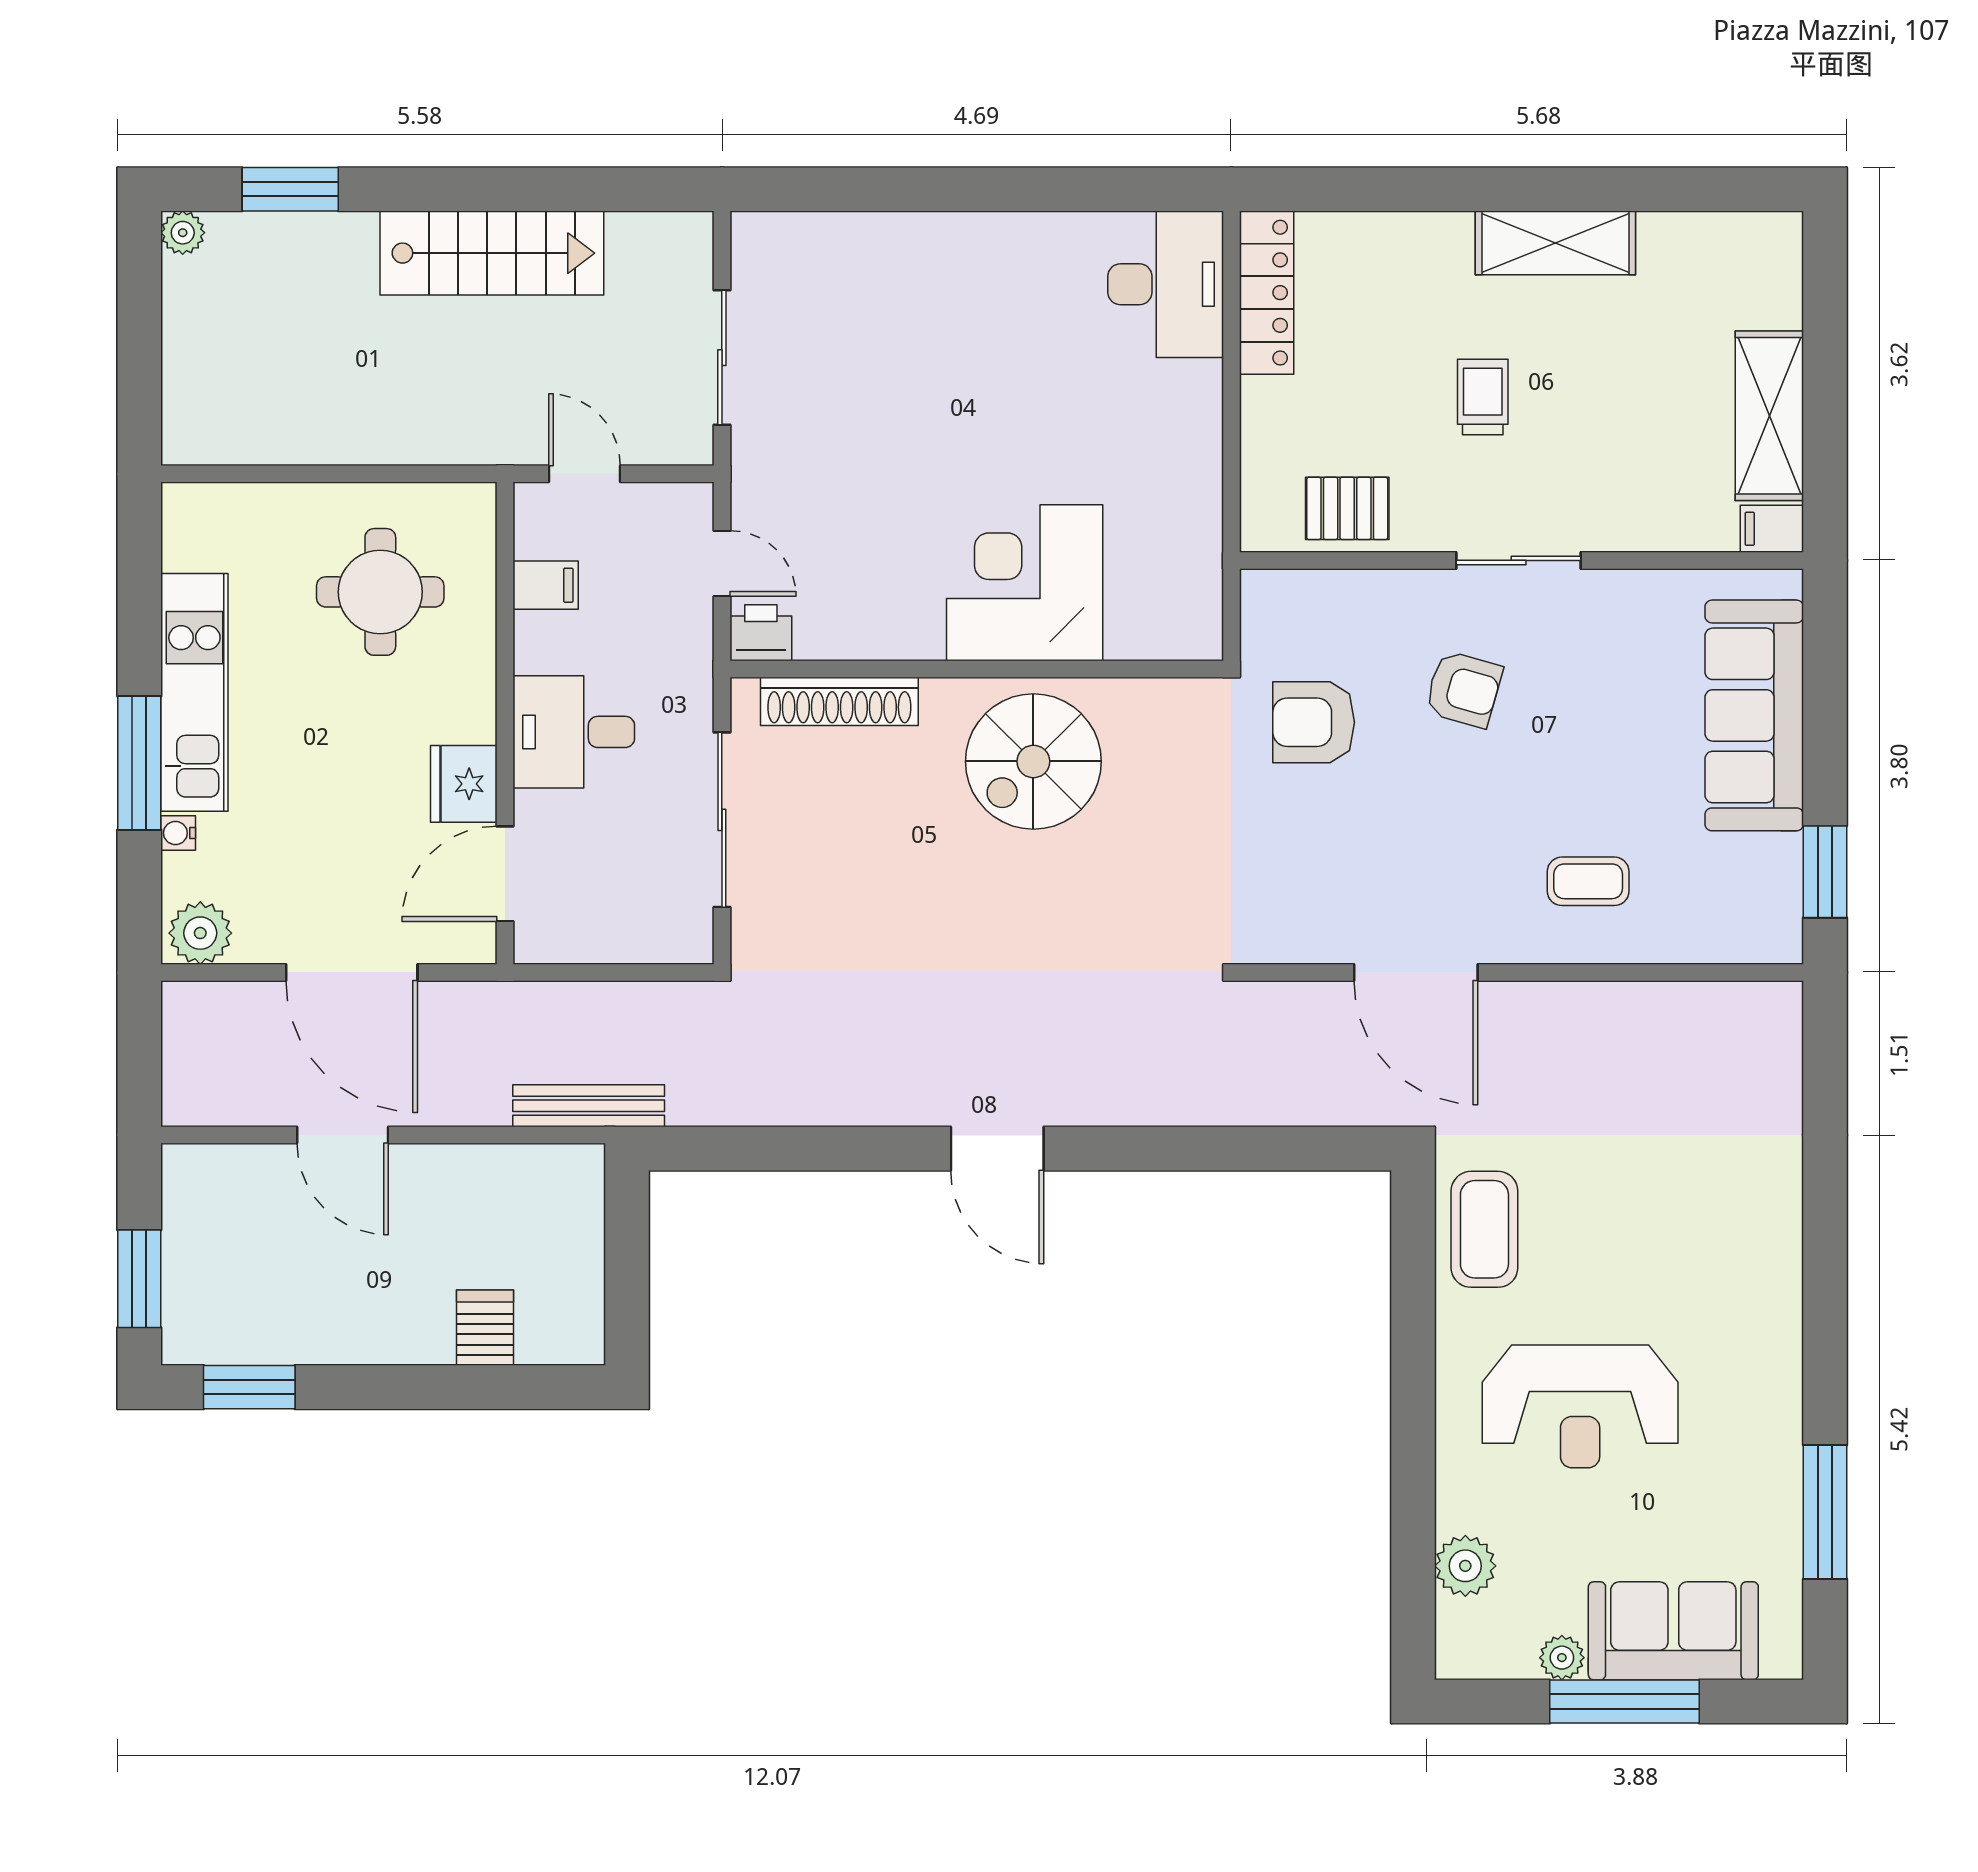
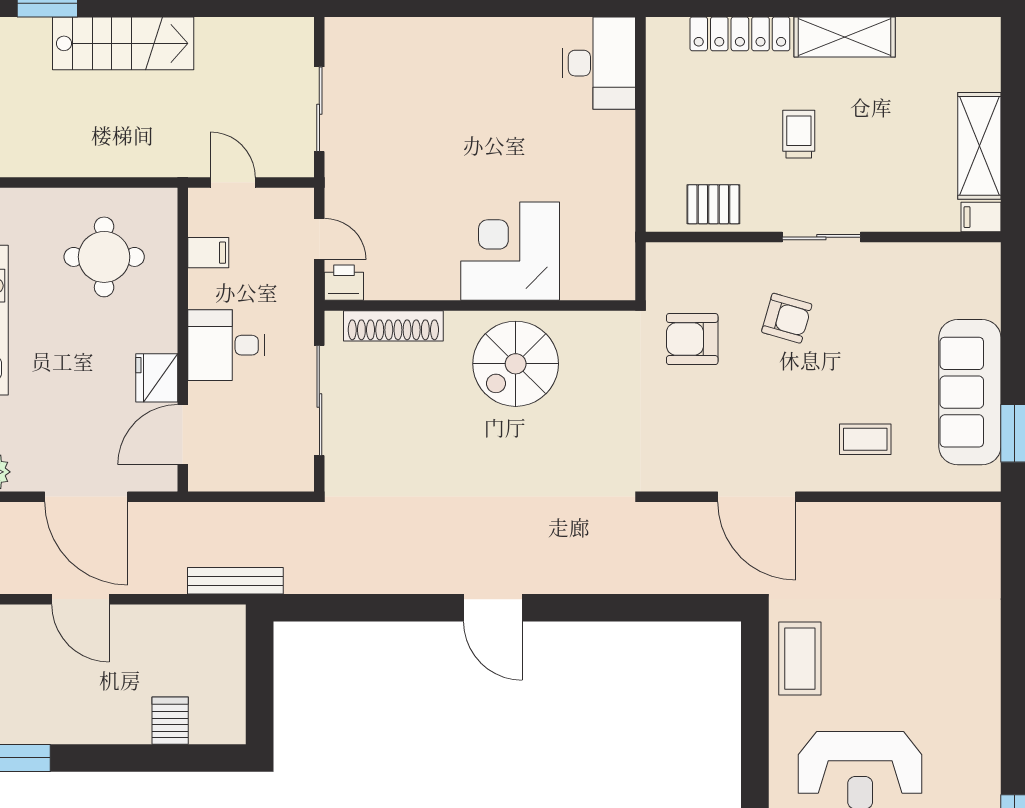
stairs: (492, 253) -> (123, 43), moved
locker: (1267, 293) -> (740, 34), moved, turned 90
sofa: (1754, 715) -> (970, 392), moved

